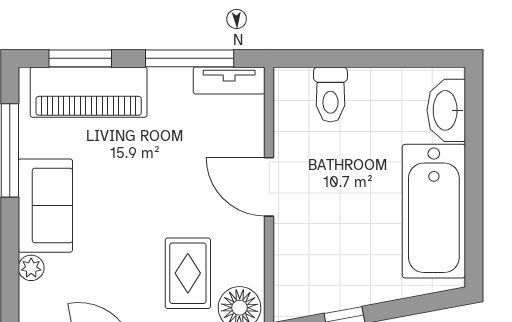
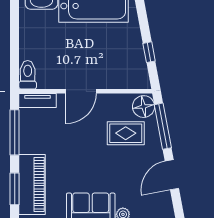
tv unit: (229, 81) -> (37, 100), moved, turned 90
toilet: (330, 95) -> (28, 75), moved, turned -90

